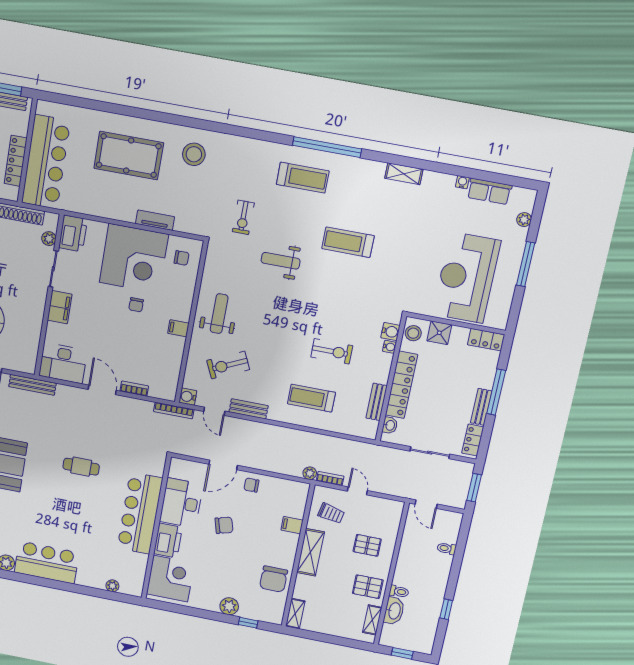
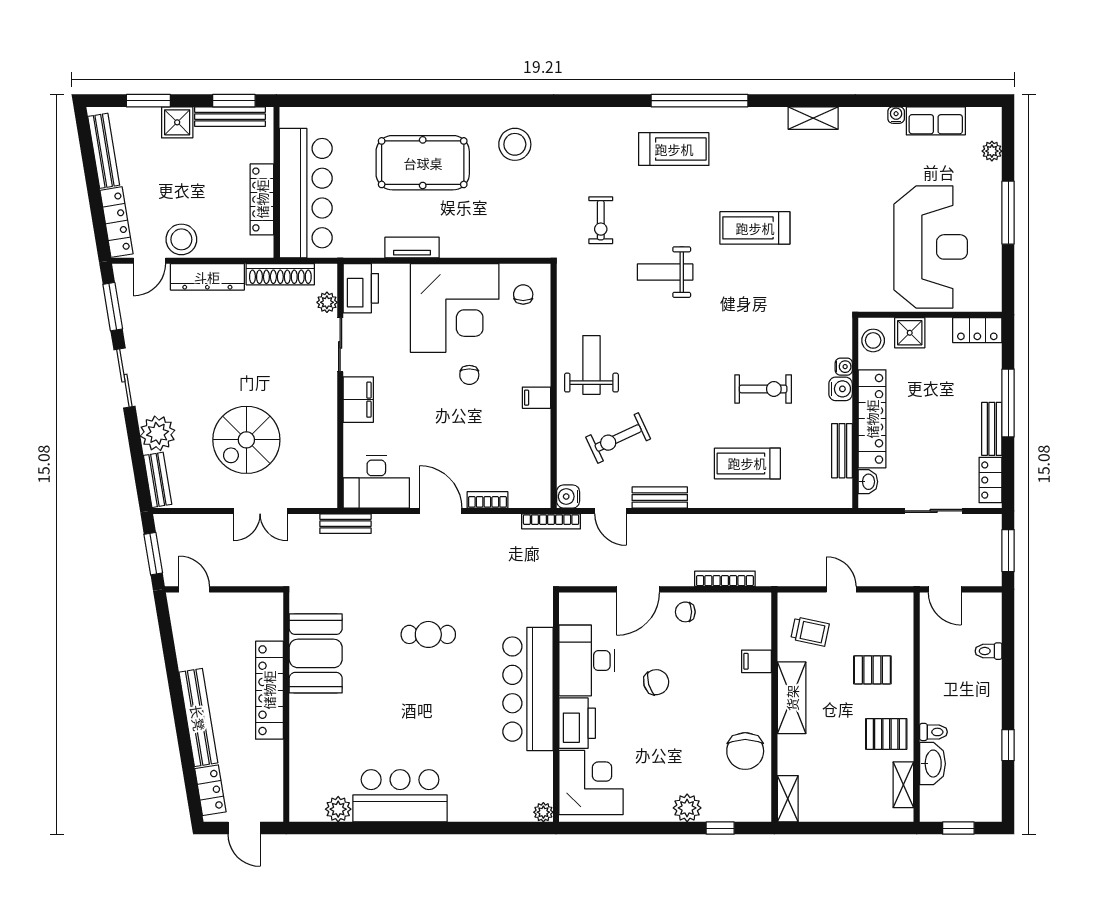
tv unit: (155, 220) -> (412, 247), moved
chair: (182, 258) -> (523, 294), turned -90
reception desk: (467, 278) -> (931, 247), turned 180
water cooler: (390, 332) -> (841, 389), moved
bench: (32, 385) -> (345, 524), width x0.73
plant: (310, 473) -> (767, 577), removed
bookcase: (330, 479) -> (725, 579), moved, width x1.56
plant: (112, 586) -> (543, 812), moved

